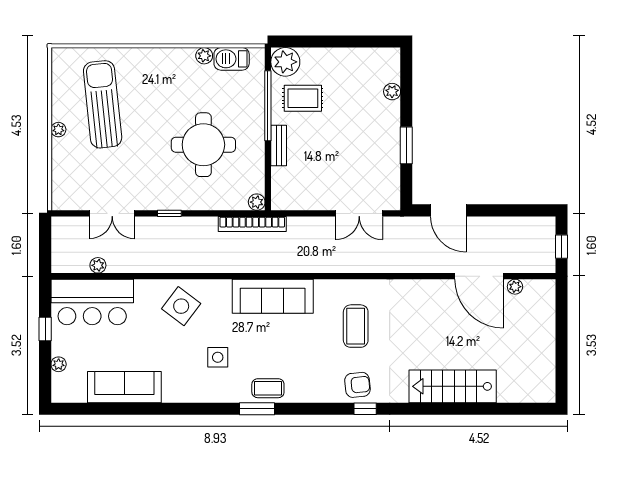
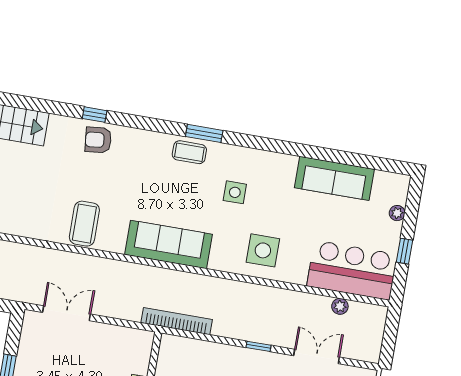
plant: (257, 202) -> (168, 342), removed
side table: (181, 306) -> (263, 250), turned -37
coffee table: (356, 326) -> (84, 224), moved

